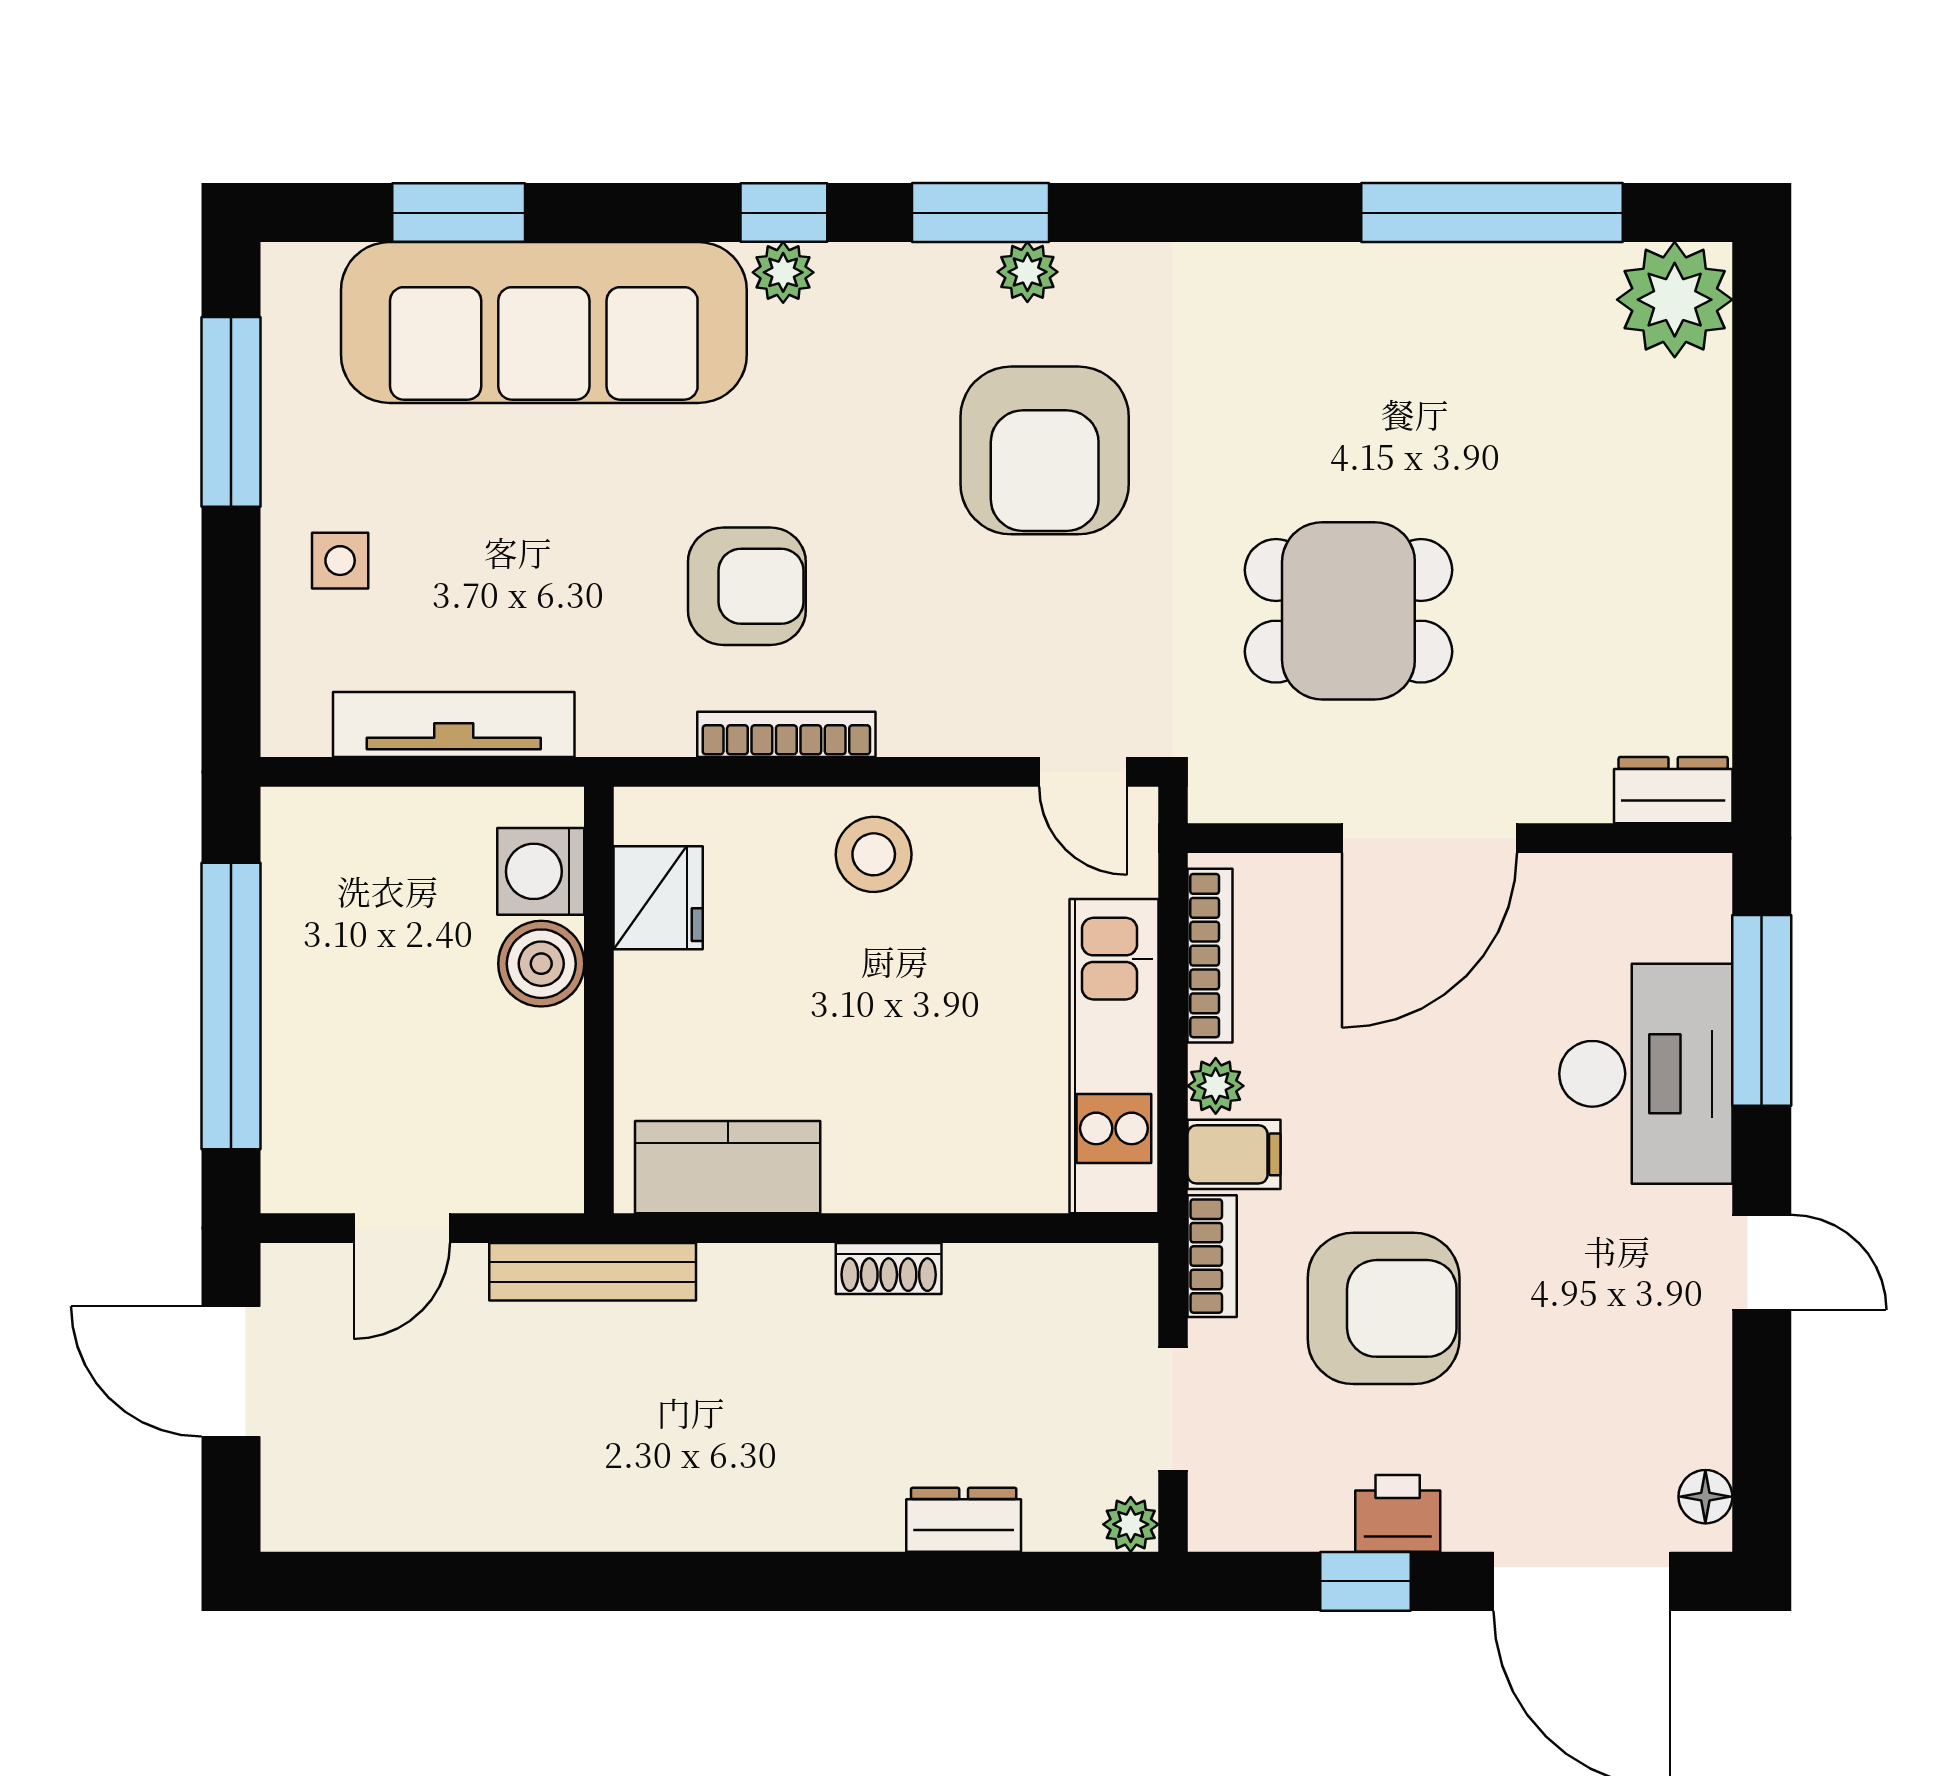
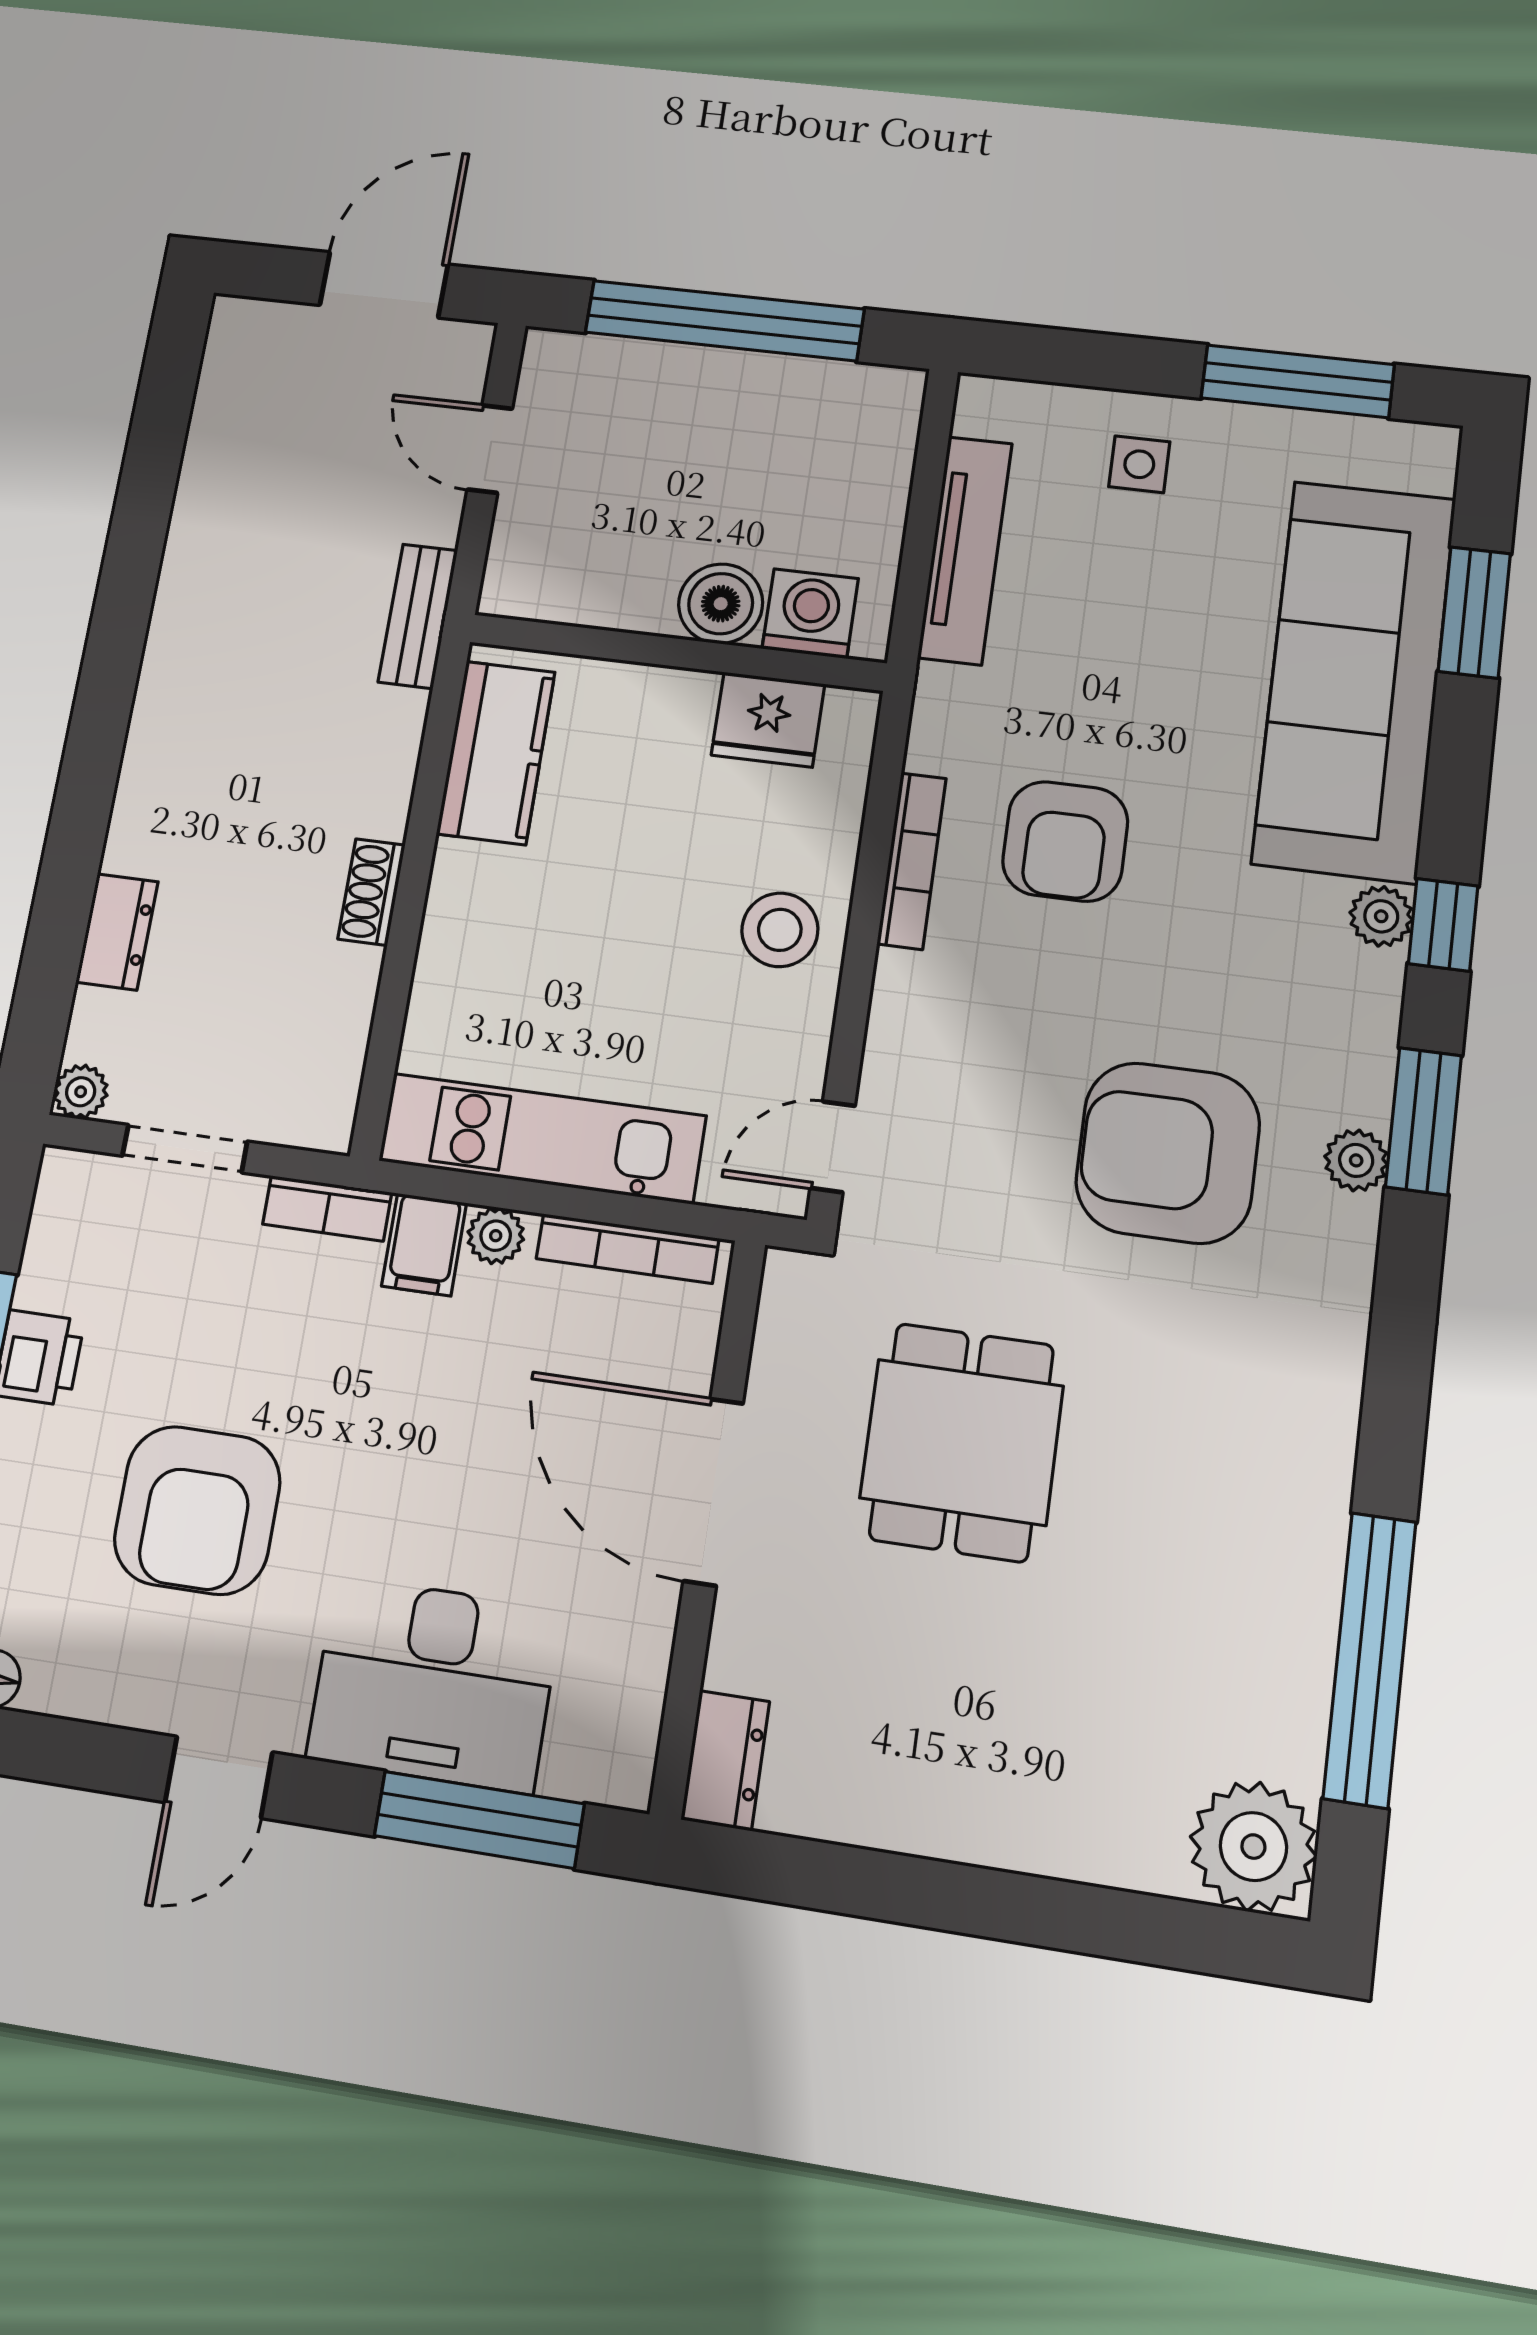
bench: (593, 1272) -> (418, 616), width x0.73
armchair: (1384, 1308) -> (197, 1510), moved

